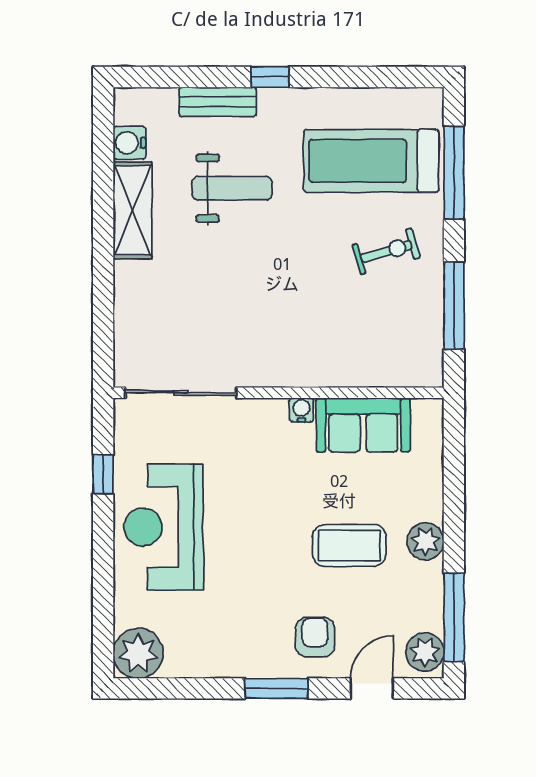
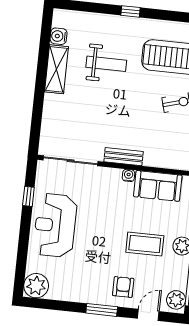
bench: (218, 102) -> (124, 157), moved

